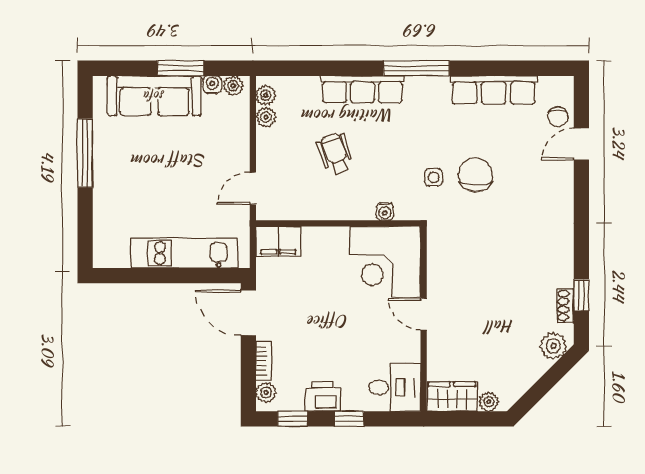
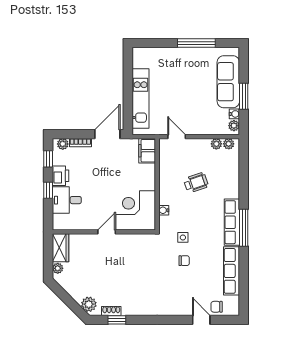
row of seats: (362, 89) -> (232, 222), moved
chair: (475, 175) -> (184, 261), width x0.54, depth x0.54
desk: (395, 387) -> (67, 200), moved, turned 90

